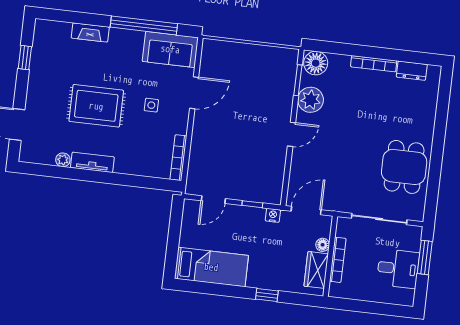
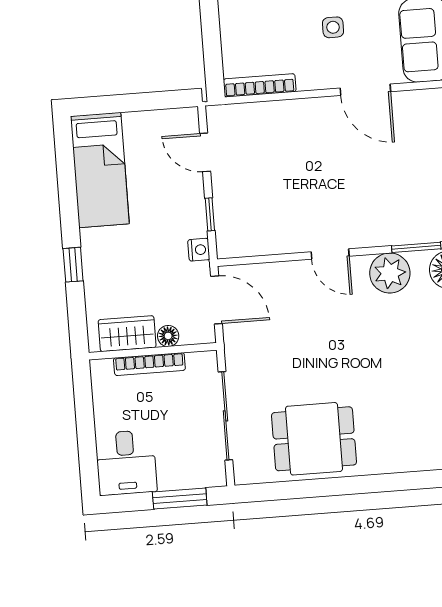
desk: (398, 269) -> (126, 463), moved

